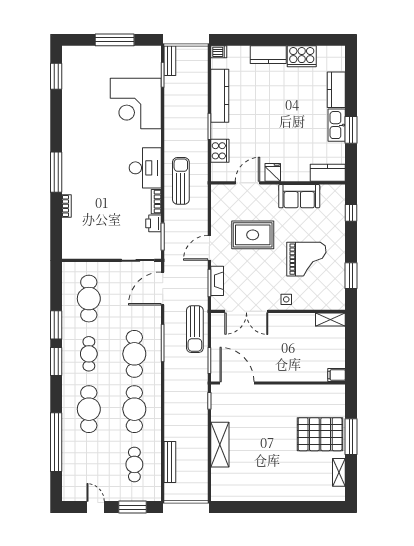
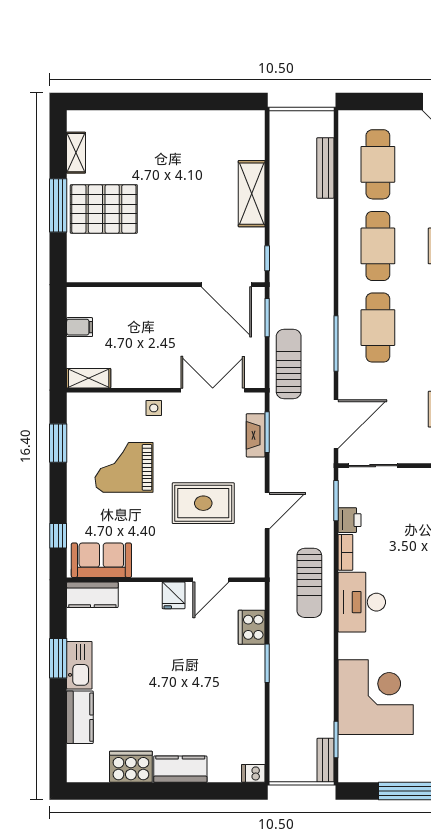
kitchen counter: (220, 96) -> (252, 708), removed
sofa: (299, 196) -> (101, 560), moved
door: (209, 248) -> (267, 511), moved
filing cabinet: (336, 375) -> (80, 327), moved
cafe table: (134, 464) -> (378, 164), width x1.37, depth x1.35
window: (133, 507) -> (381, 101), removed

